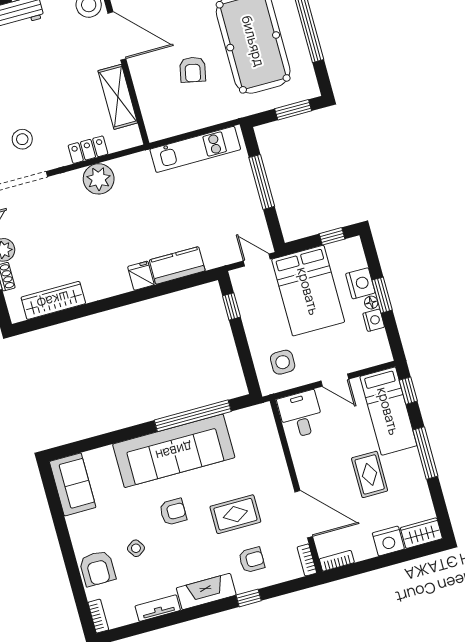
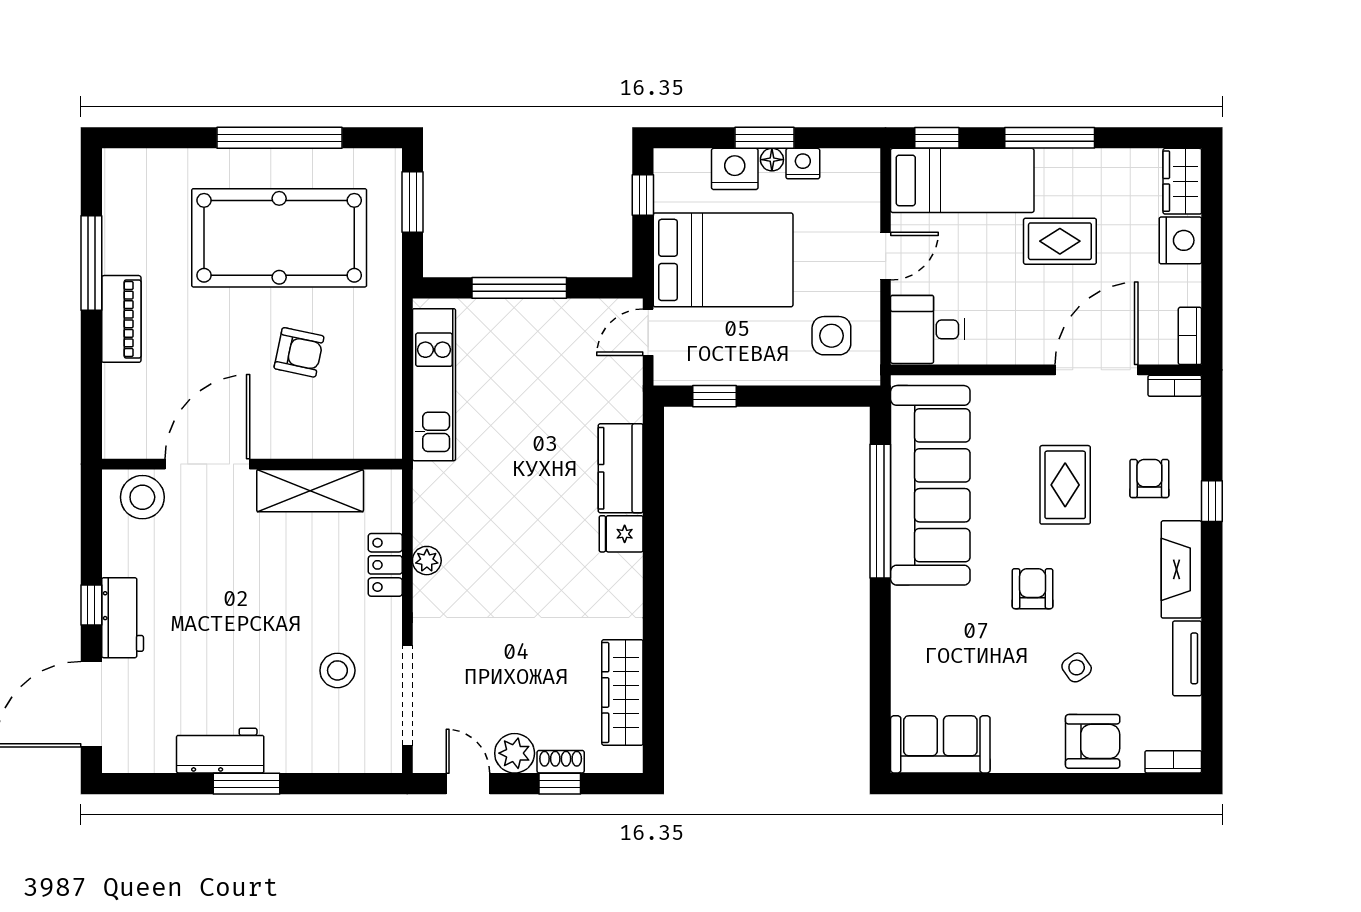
plant: (99, 179) -> (427, 561), width x0.53, depth x0.53
sofa: (174, 451) -> (930, 485), moved

